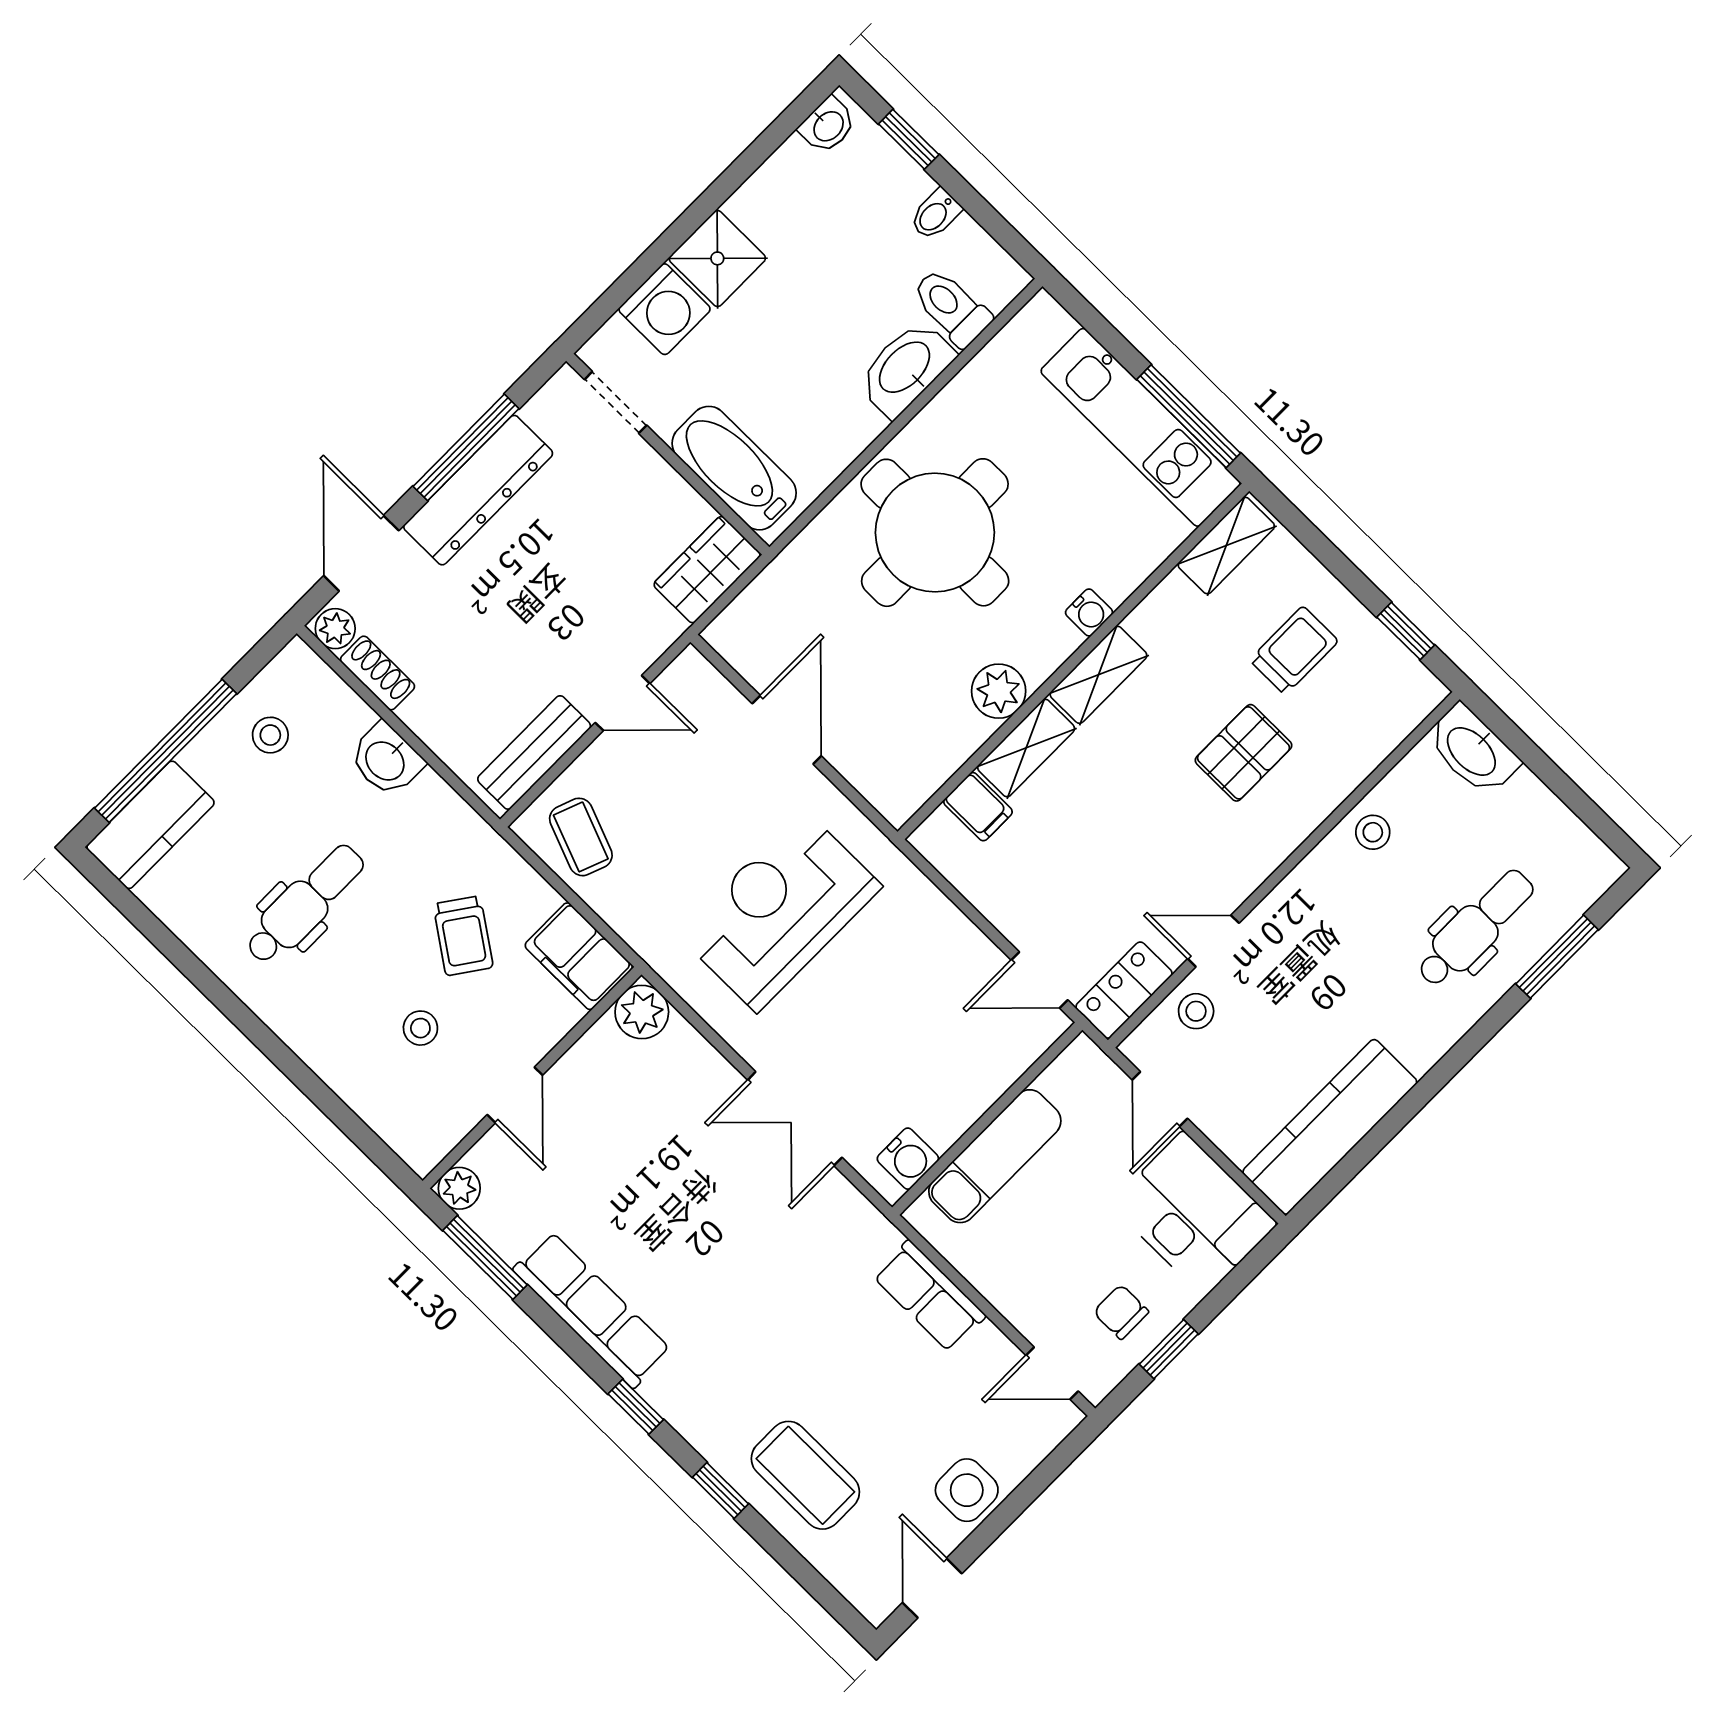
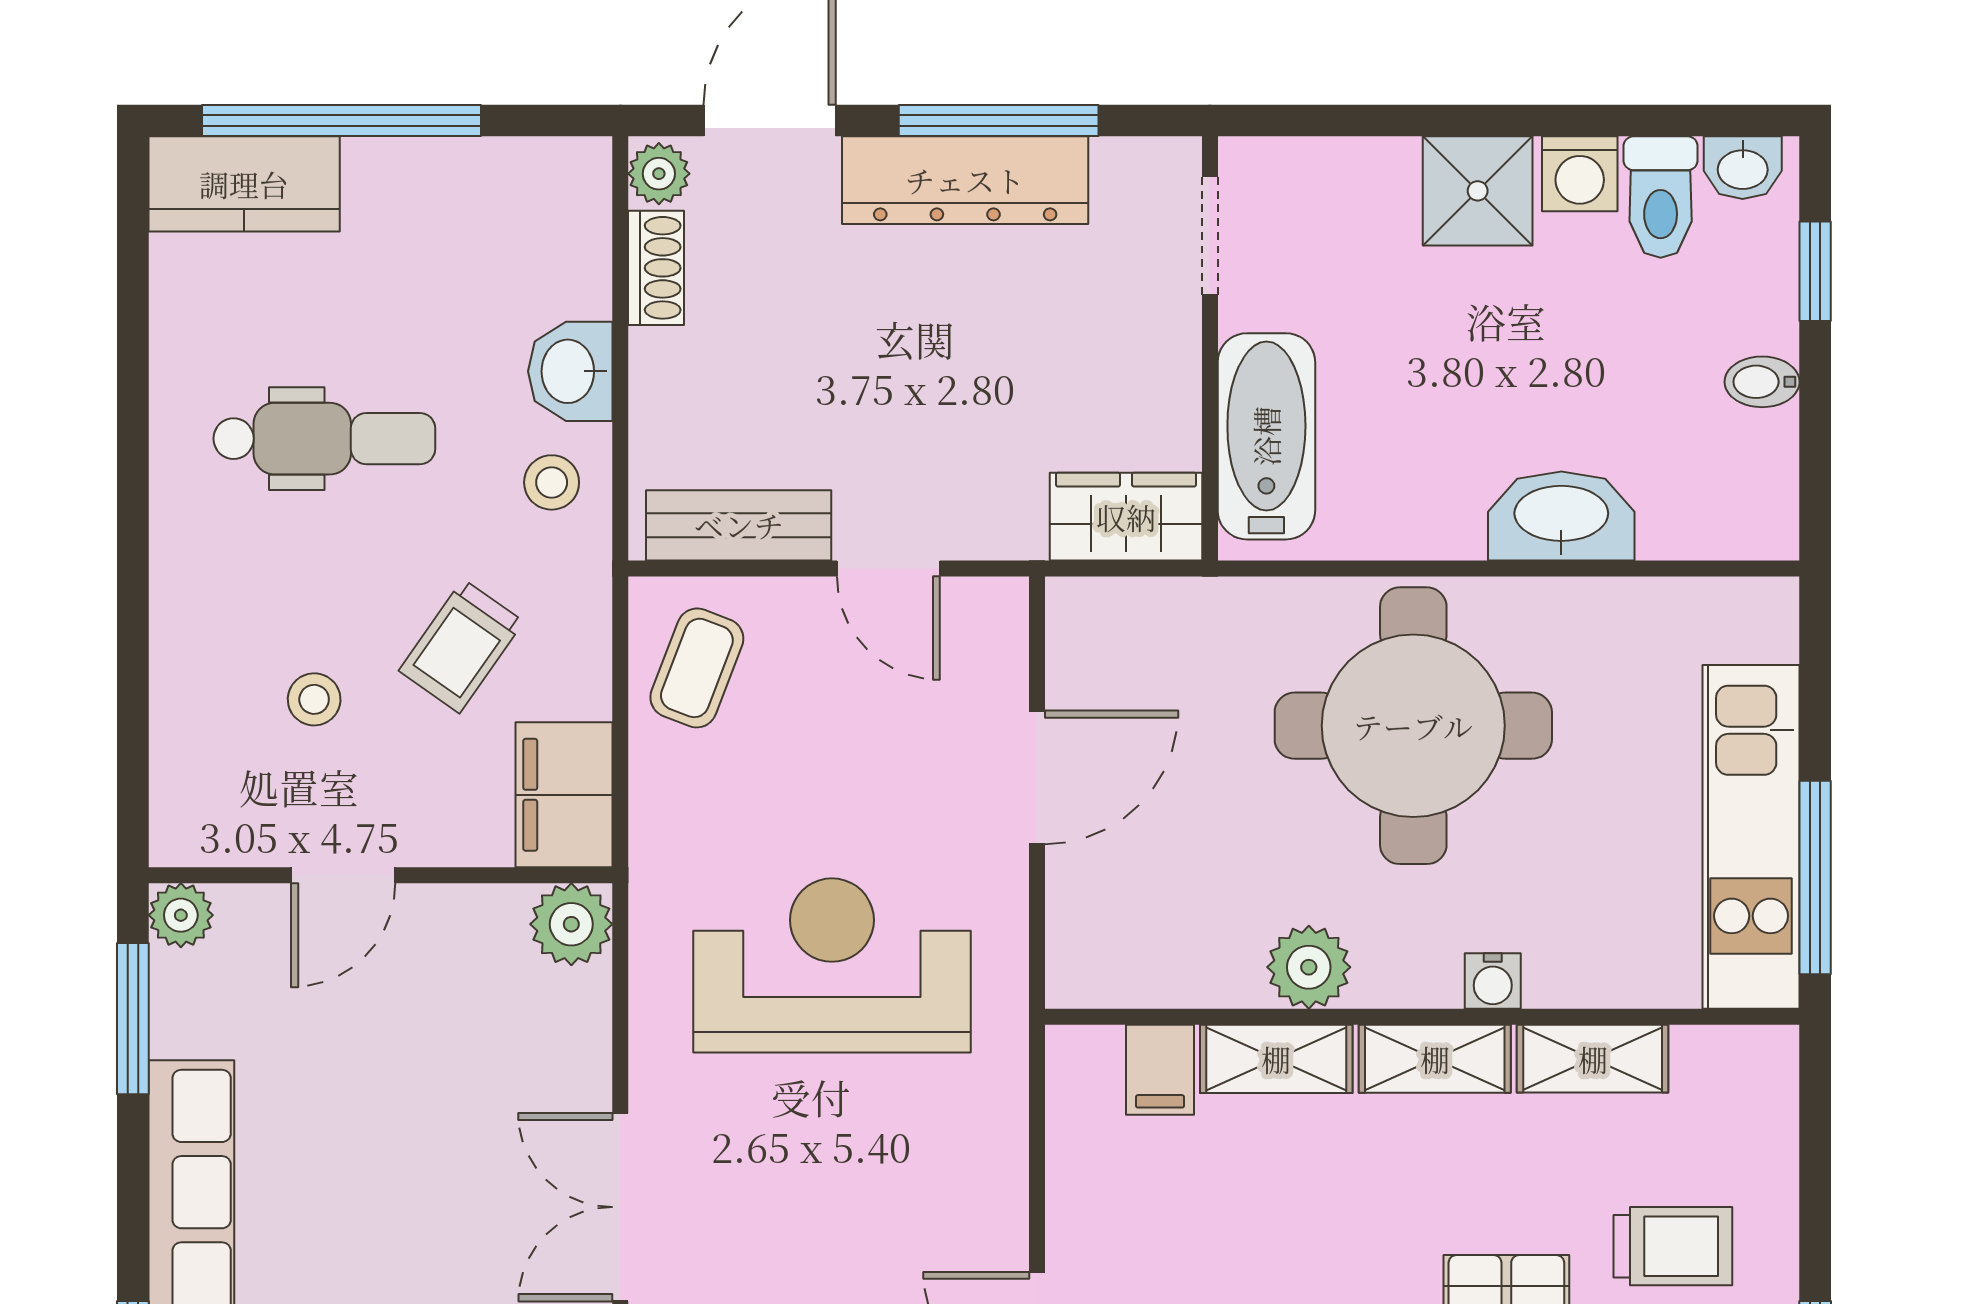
toilet: (951, 307) -> (1661, 197), moved, turned 180
washing machine: (664, 309) -> (1580, 174), moved, width x0.73, depth x0.73
shelving: (1226, 546) -> (1593, 1059), moved
stool: (270, 735) -> (552, 482), moved

